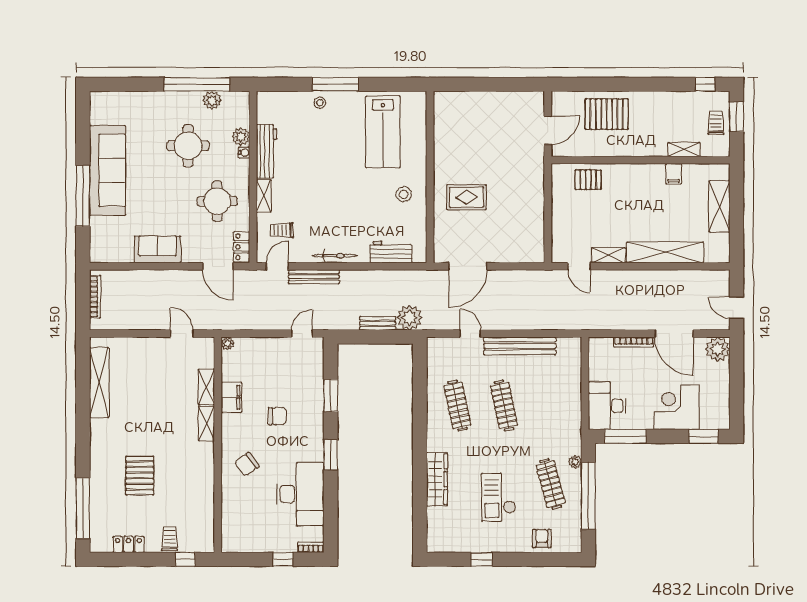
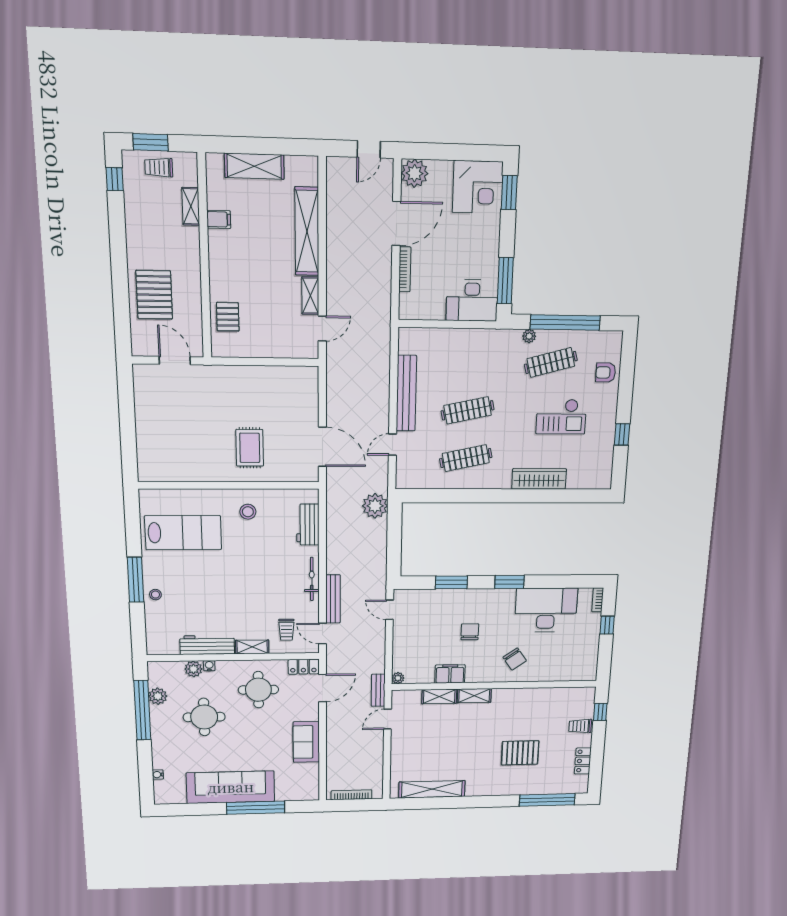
water cooler: (124, 96) -> (158, 775), added
bench: (378, 323) -> (378, 690), moved
corner desk: (677, 407) -> (478, 187), moved, turned -90

